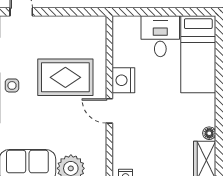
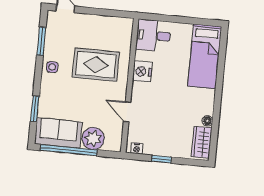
desk: (160, 36) -> (153, 35), moved, turned -90
door: (109, 111) -> (127, 112), moved

